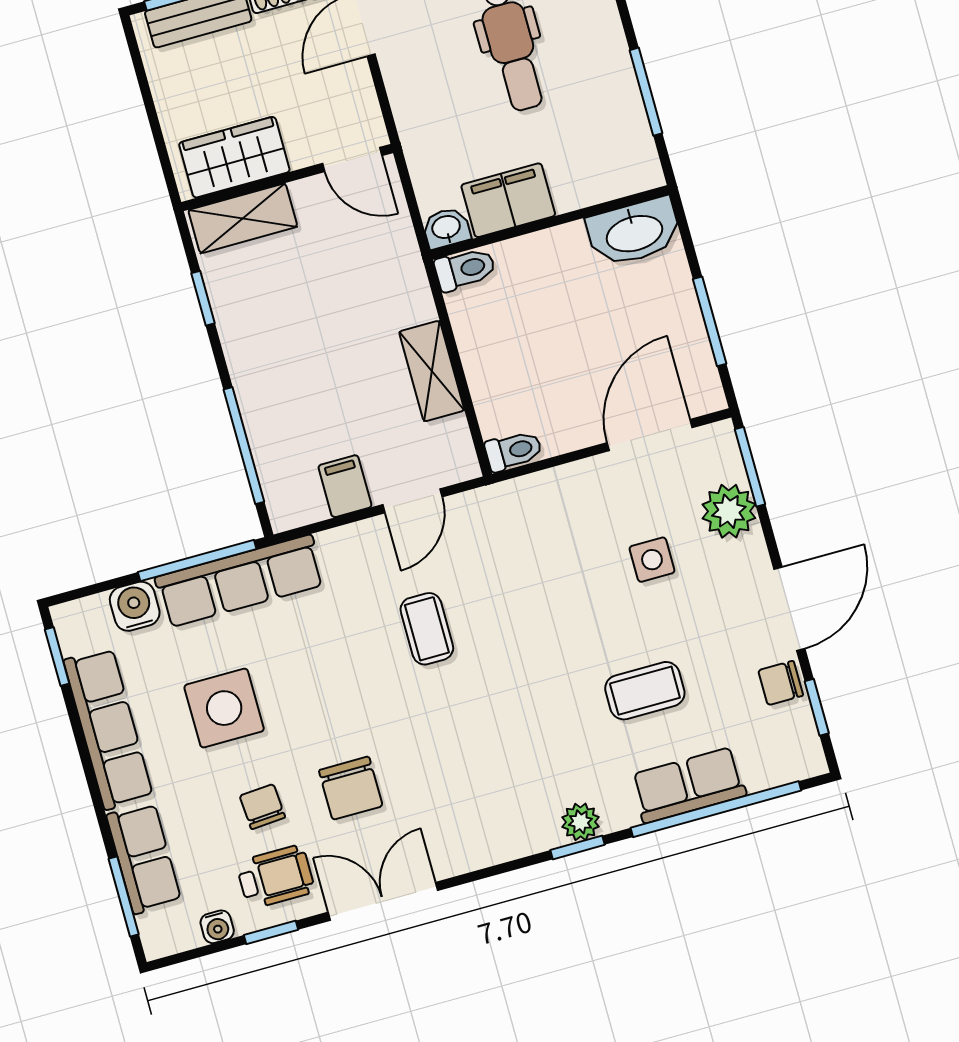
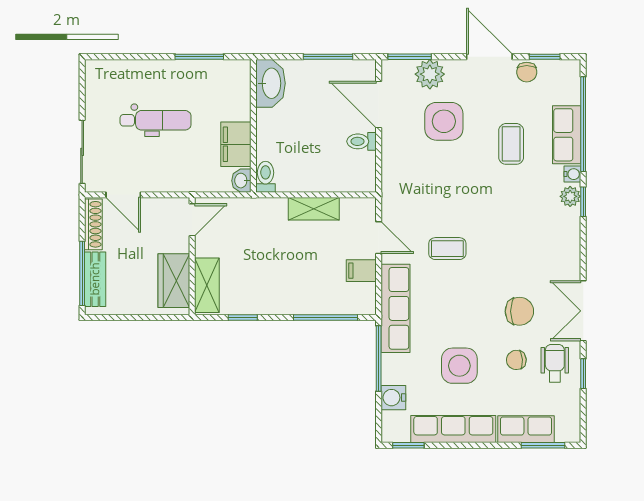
toilet: (513, 451) -> (362, 141), moved, turned -90
side table: (652, 560) -> (444, 121), width x1.87, depth x1.87
row of seats: (240, 581) -> (395, 308), moved
water cooler: (217, 927) -> (572, 174), moved

